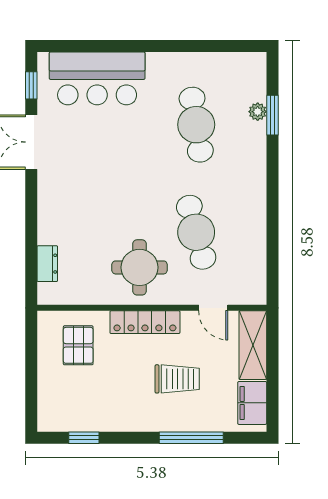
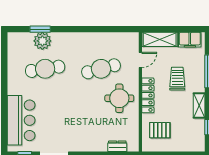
plant: (258, 112) -> (42, 41), width x1.87, depth x1.87
shelving: (125, 421) -> (199, 106), added

